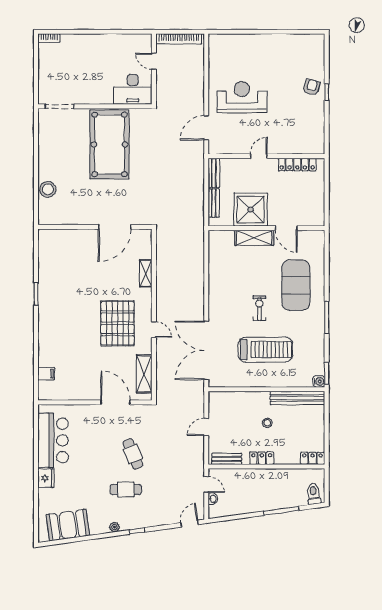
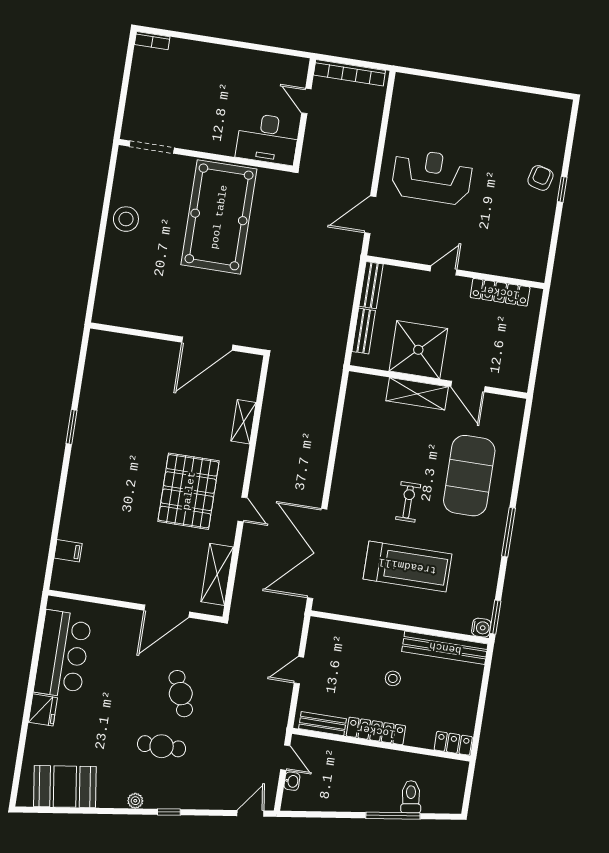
stool: (48, 189) -> (126, 219), moved
door: (116, 402) -> (167, 611), swing flipped
locker: (262, 458) -> (376, 731), width x1.53
toilet: (314, 494) -> (411, 797), moved

